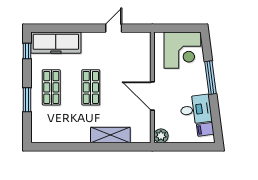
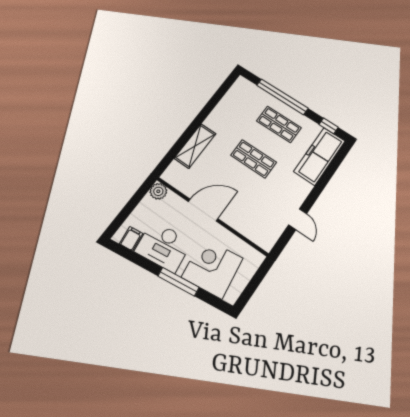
corner desk: (182, 50) -> (212, 268), moved, turned 83
window: (27, 100) -> (282, 97), width x2.11
desk: (196, 109) -> (163, 246), width x1.37

